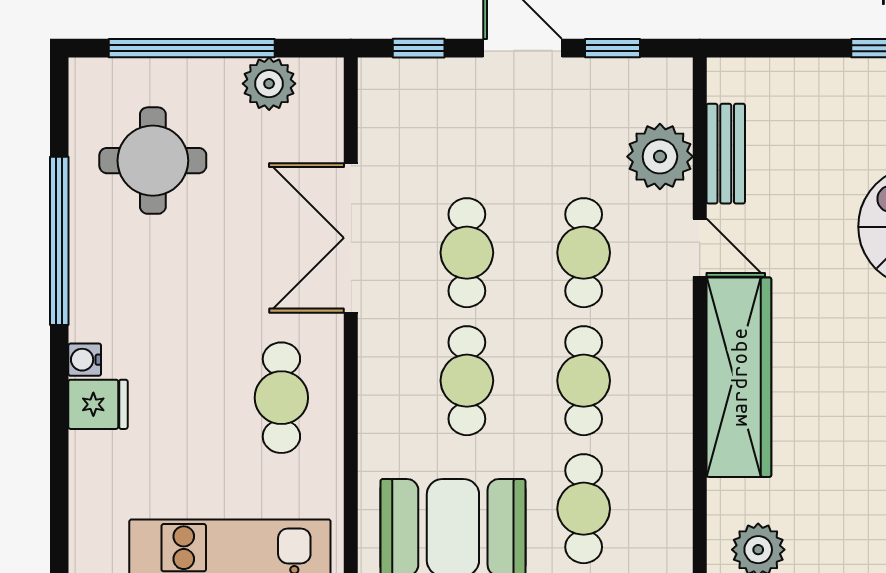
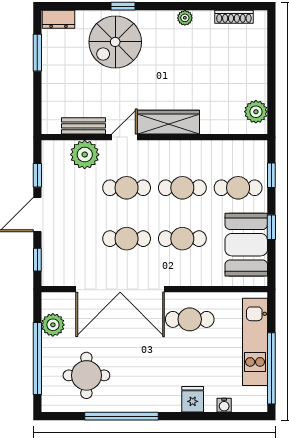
double door: (351, 238) -> (120, 289), width x1.36
water cooler: (85, 360) -> (224, 405), moved
wardrobe: (739, 377) -> (168, 122), width x0.71, depth x0.85

